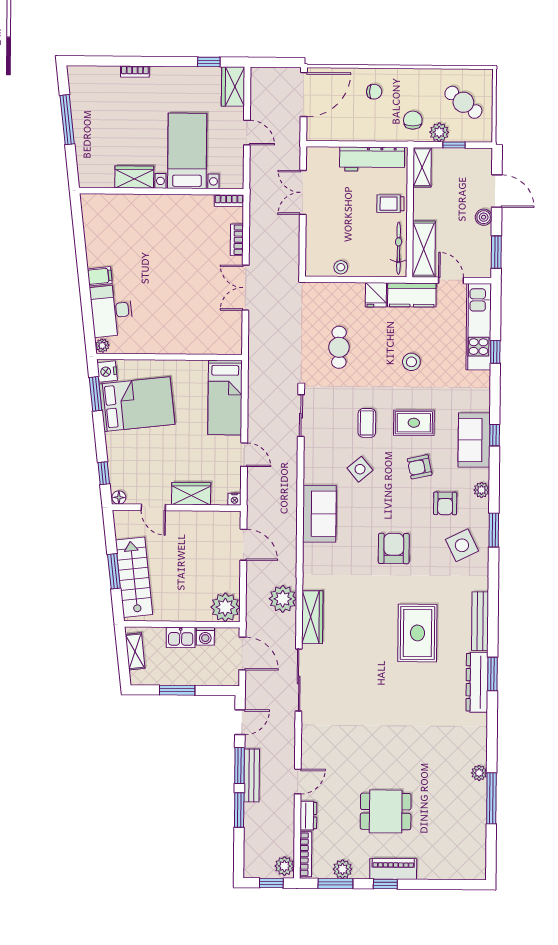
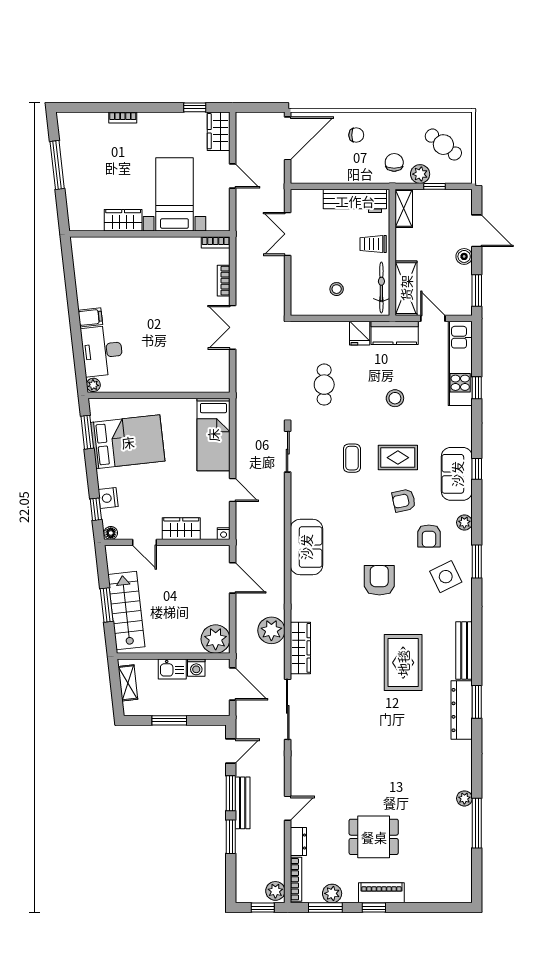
stool: (341, 267) -> (337, 289), moved
nightstand: (107, 372) -> (108, 498), moved
side table: (360, 469) -> (346, 503), removed

